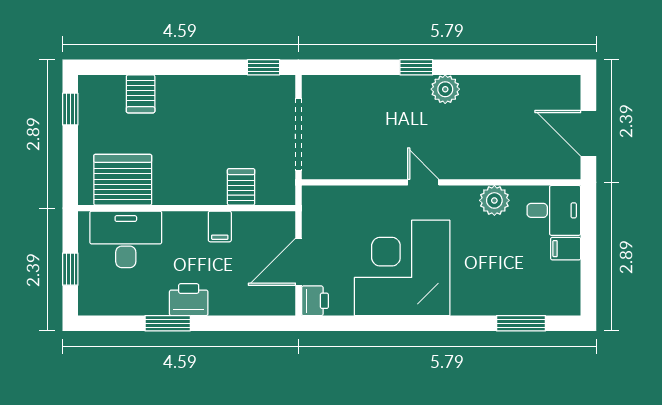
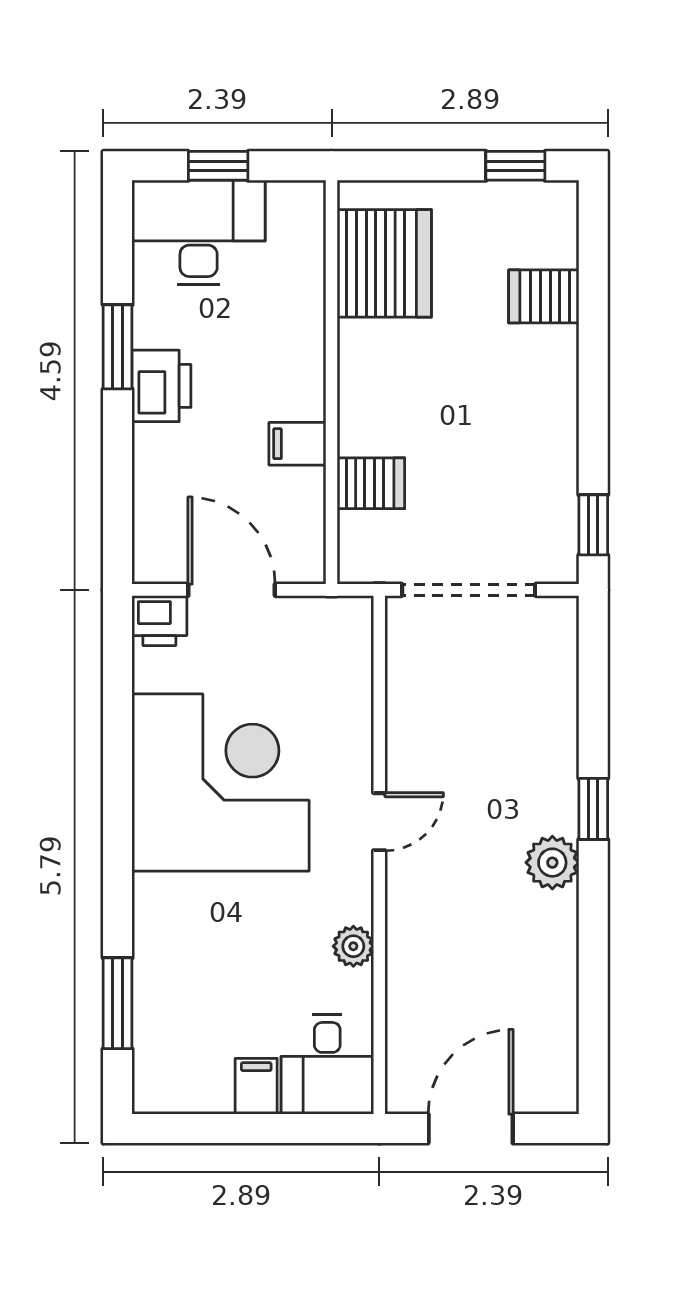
plant: (494, 200) -> (353, 946), width x0.73, depth x0.73
desk: (126, 239) -> (199, 233), moved, turned -90

